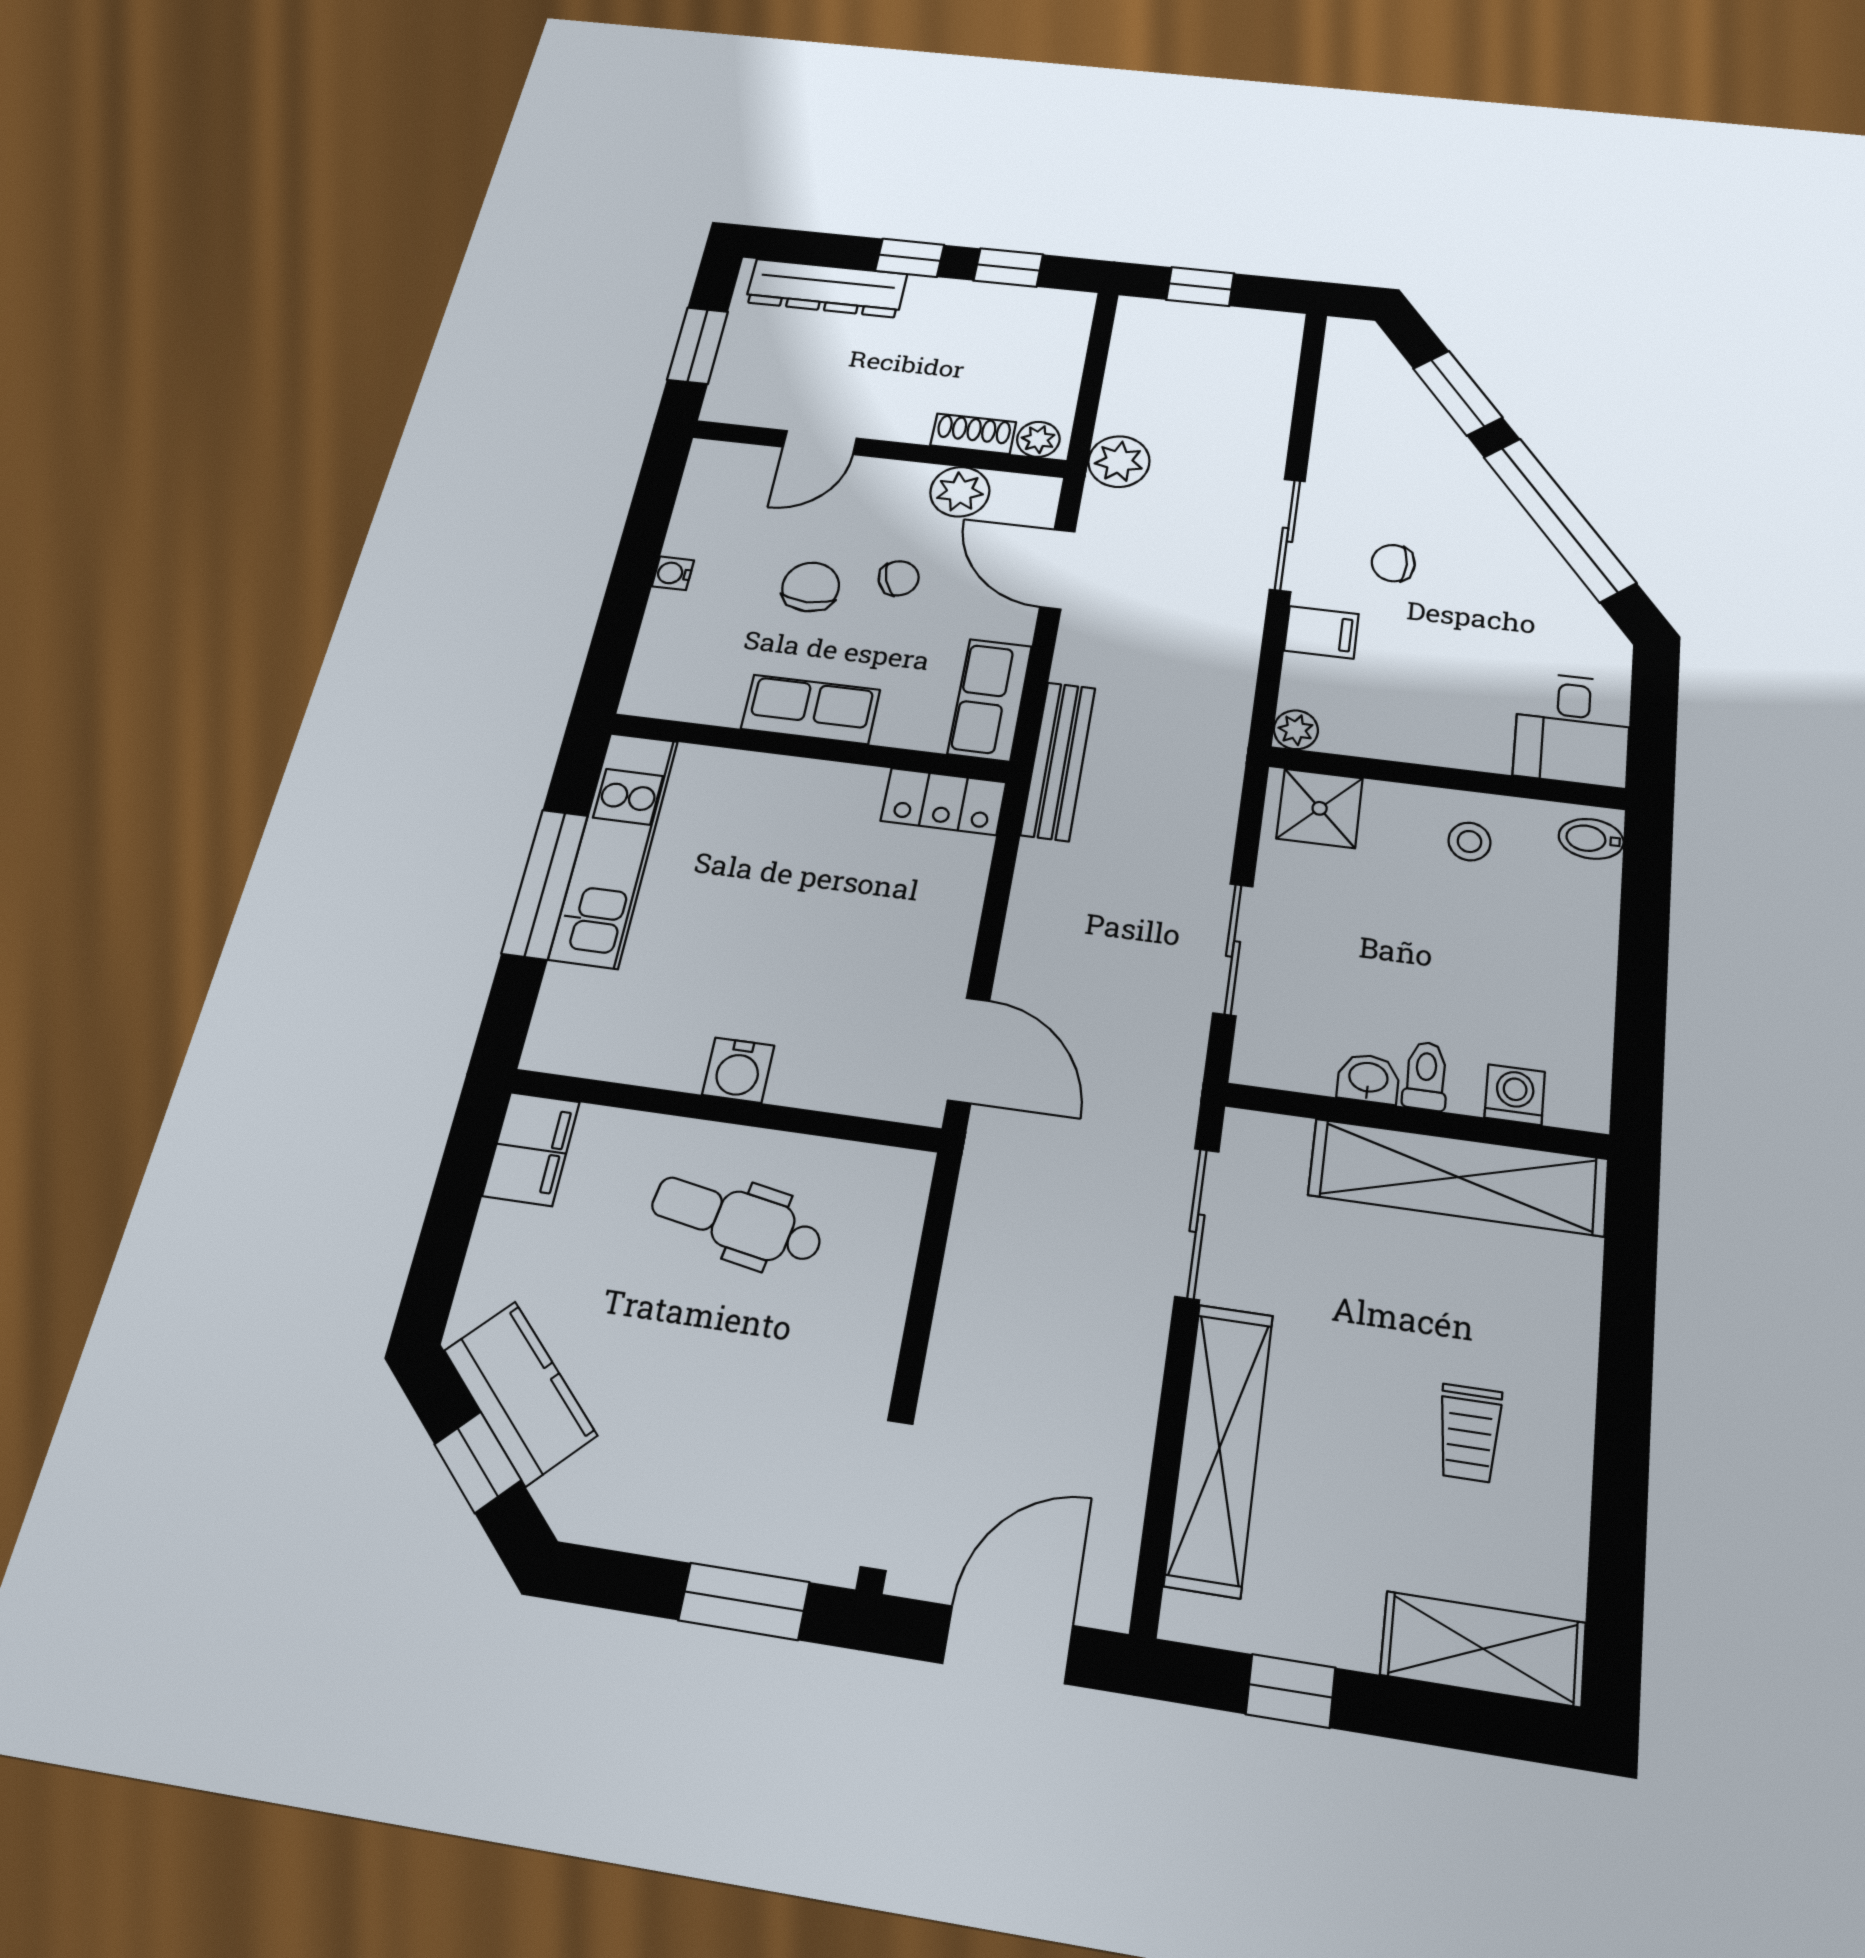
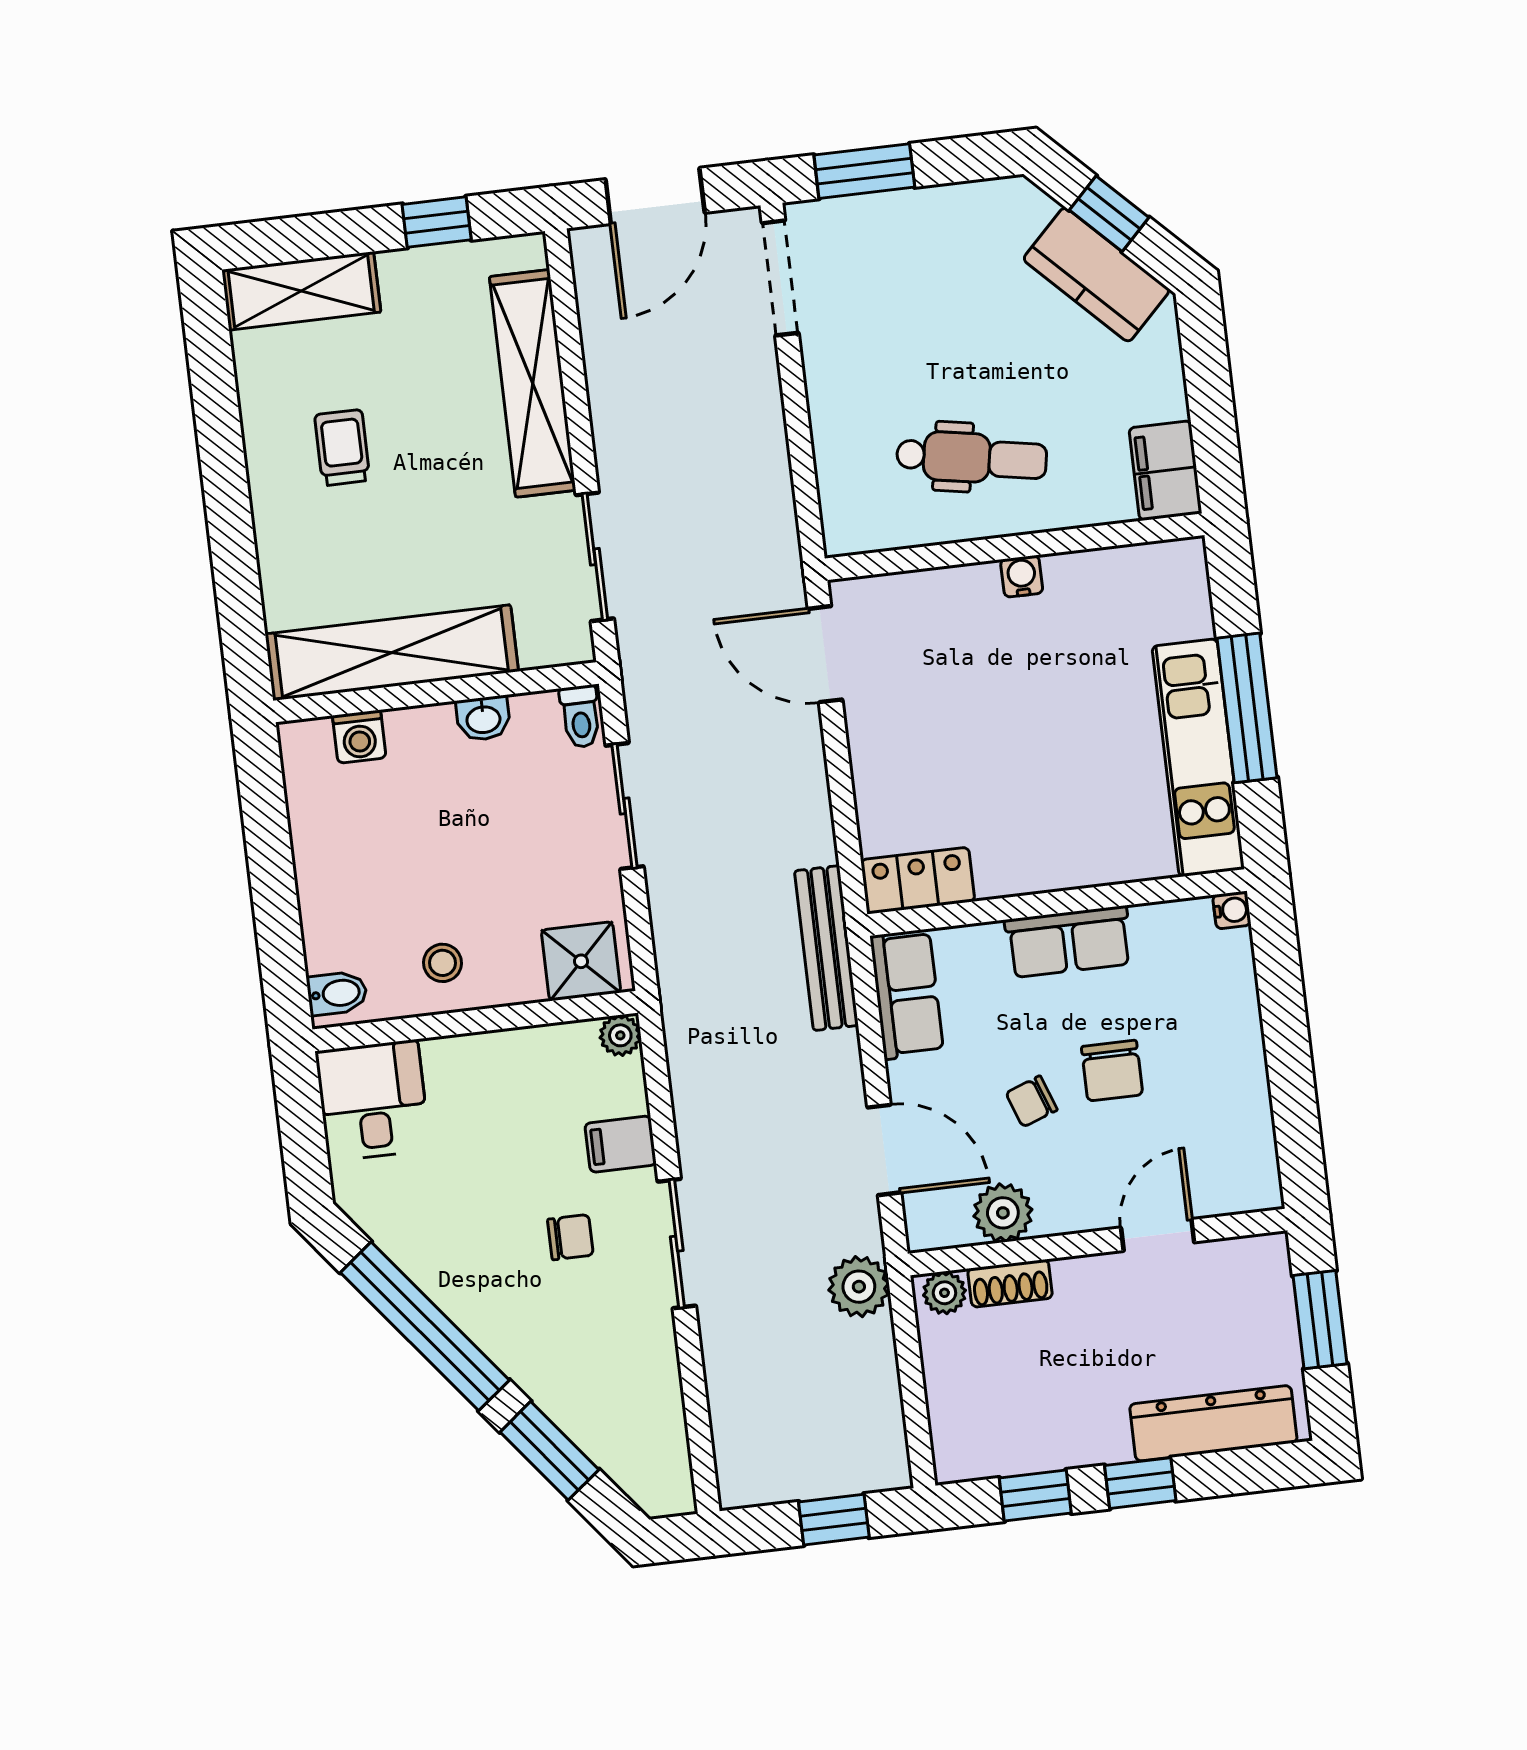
water cooler: (673, 573) -> (1232, 910), moved
water cooler: (738, 1070) -> (1022, 576), width x0.72, depth x0.72
toilet: (1426, 1076) -> (580, 716), moved

